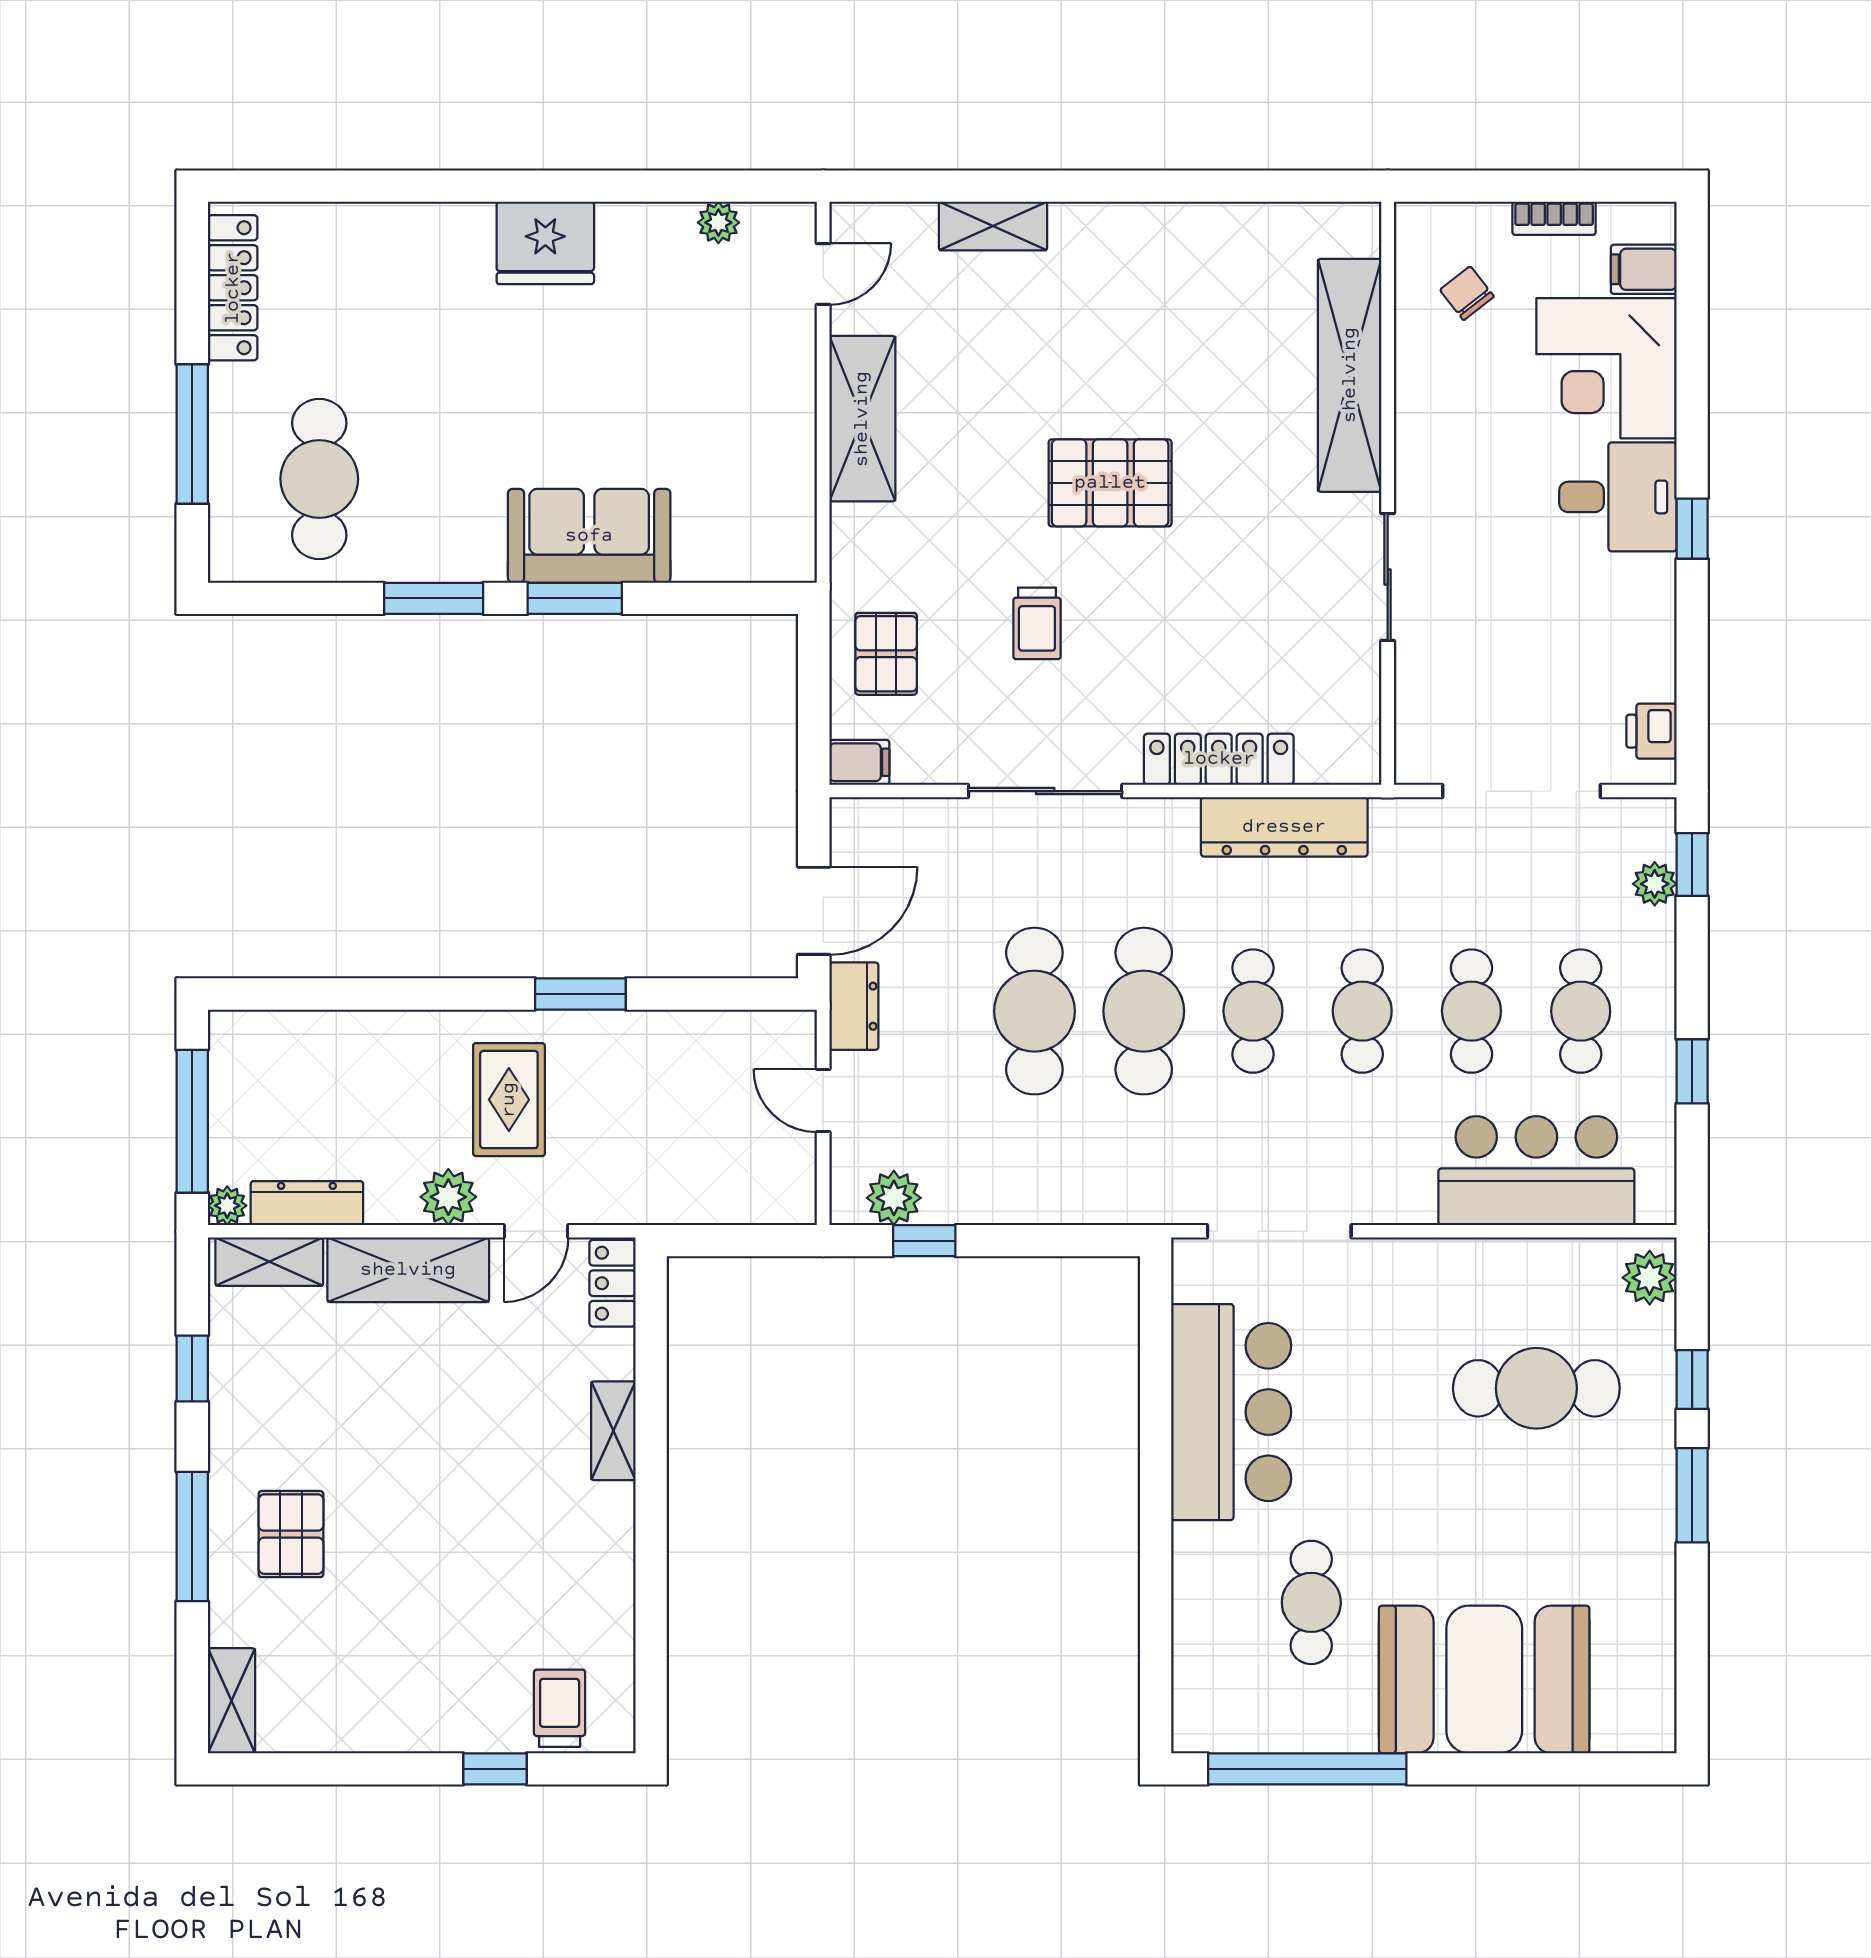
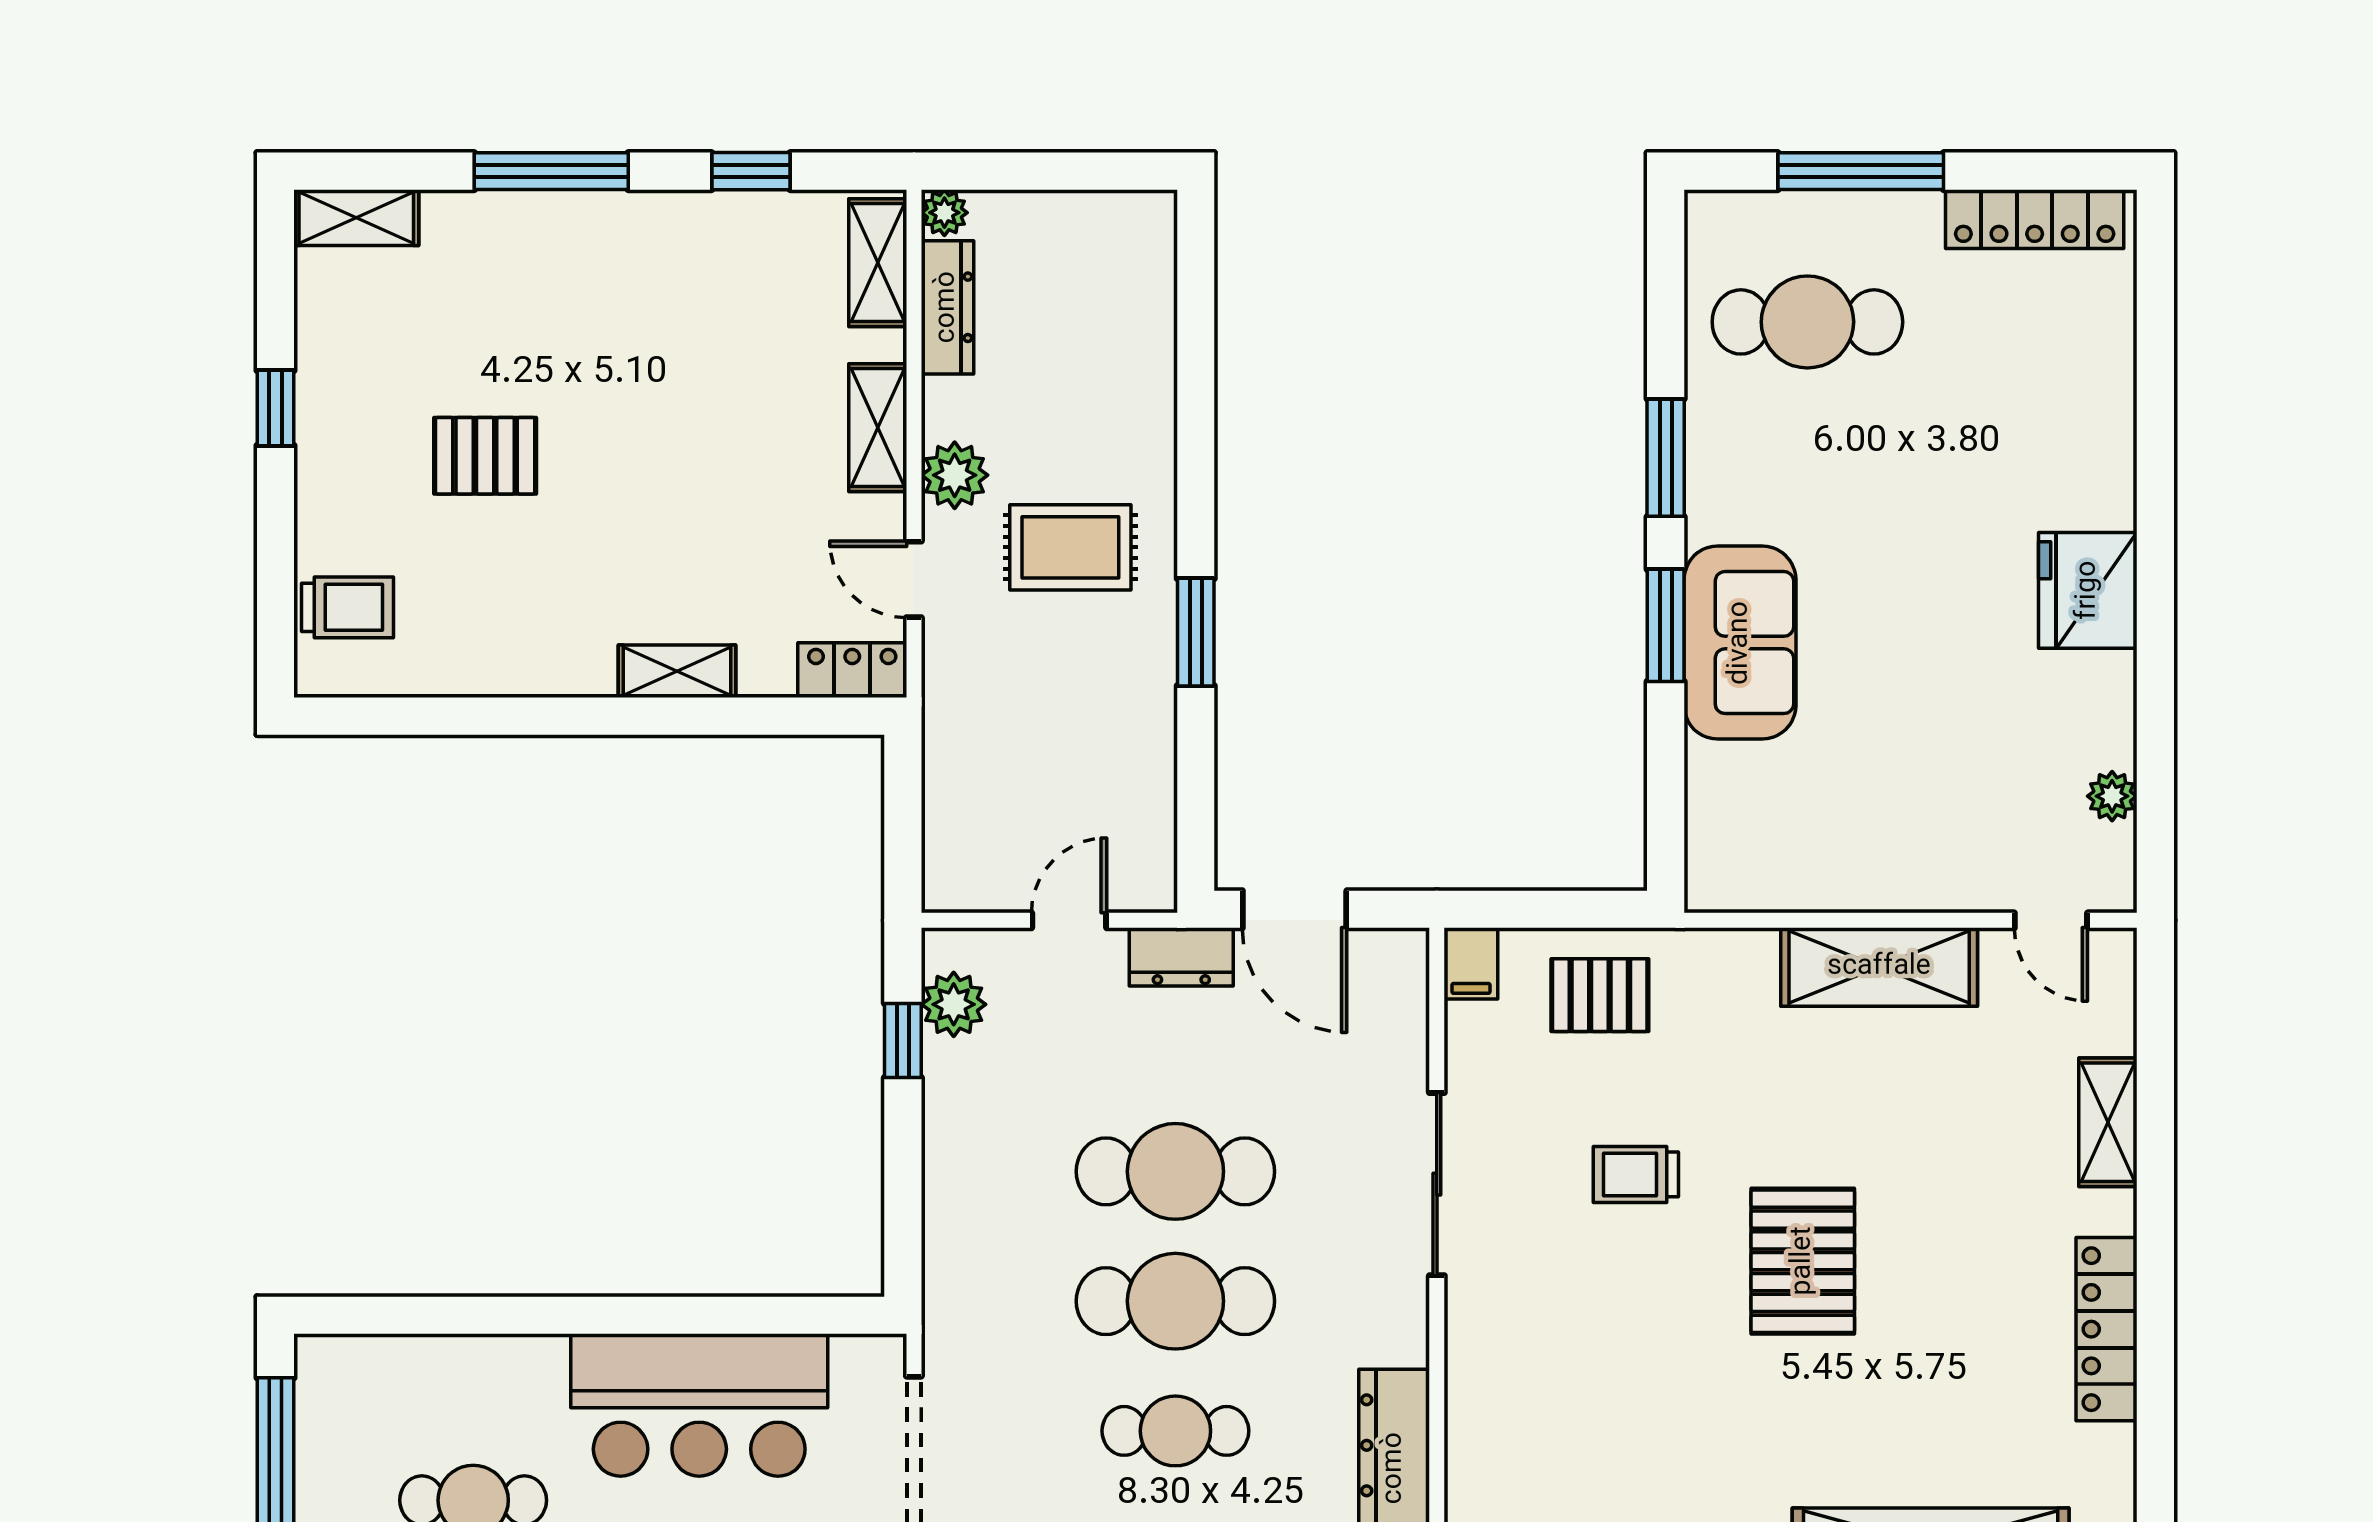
locker: (1219, 759) -> (2106, 1329), moved, turned 180
window: (192, 1121) -> (1045, 171), removed
shelving: (408, 1270) -> (878, 428), width x0.67, depth x0.75
pallet: (291, 1534) -> (485, 456), moved
window: (495, 1769) -> (275, 408), moved

